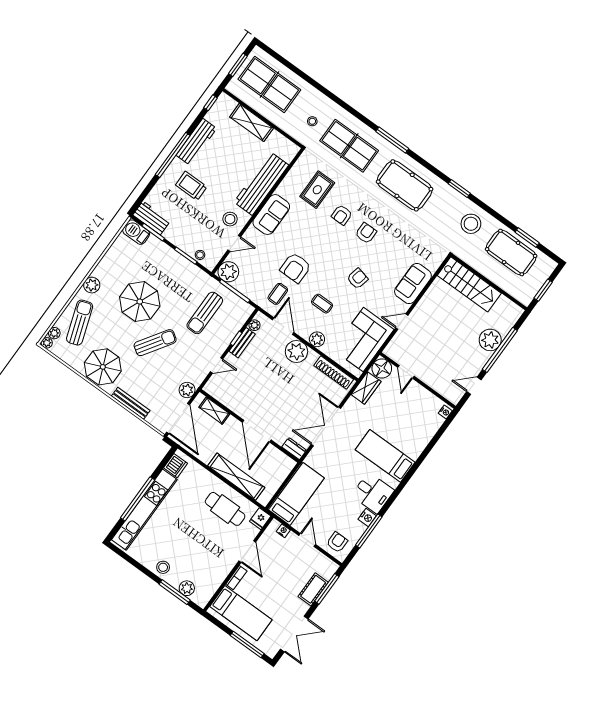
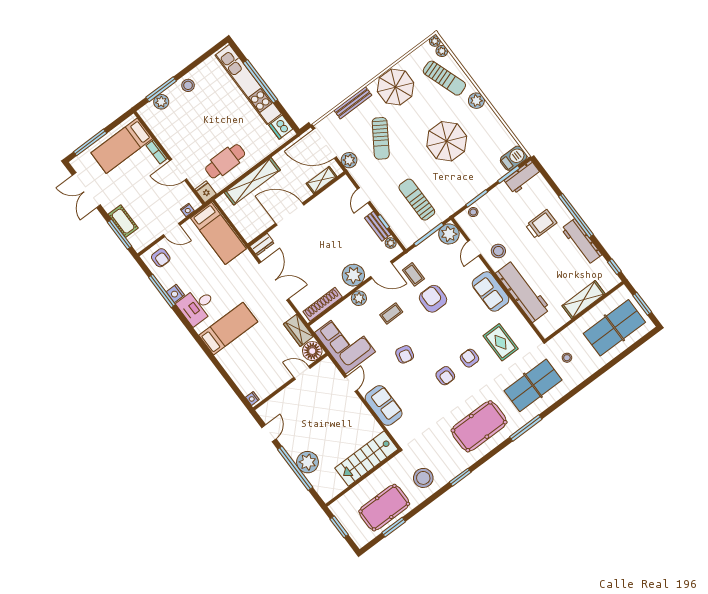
sun lounger: (155, 343) -> (381, 138), moved

